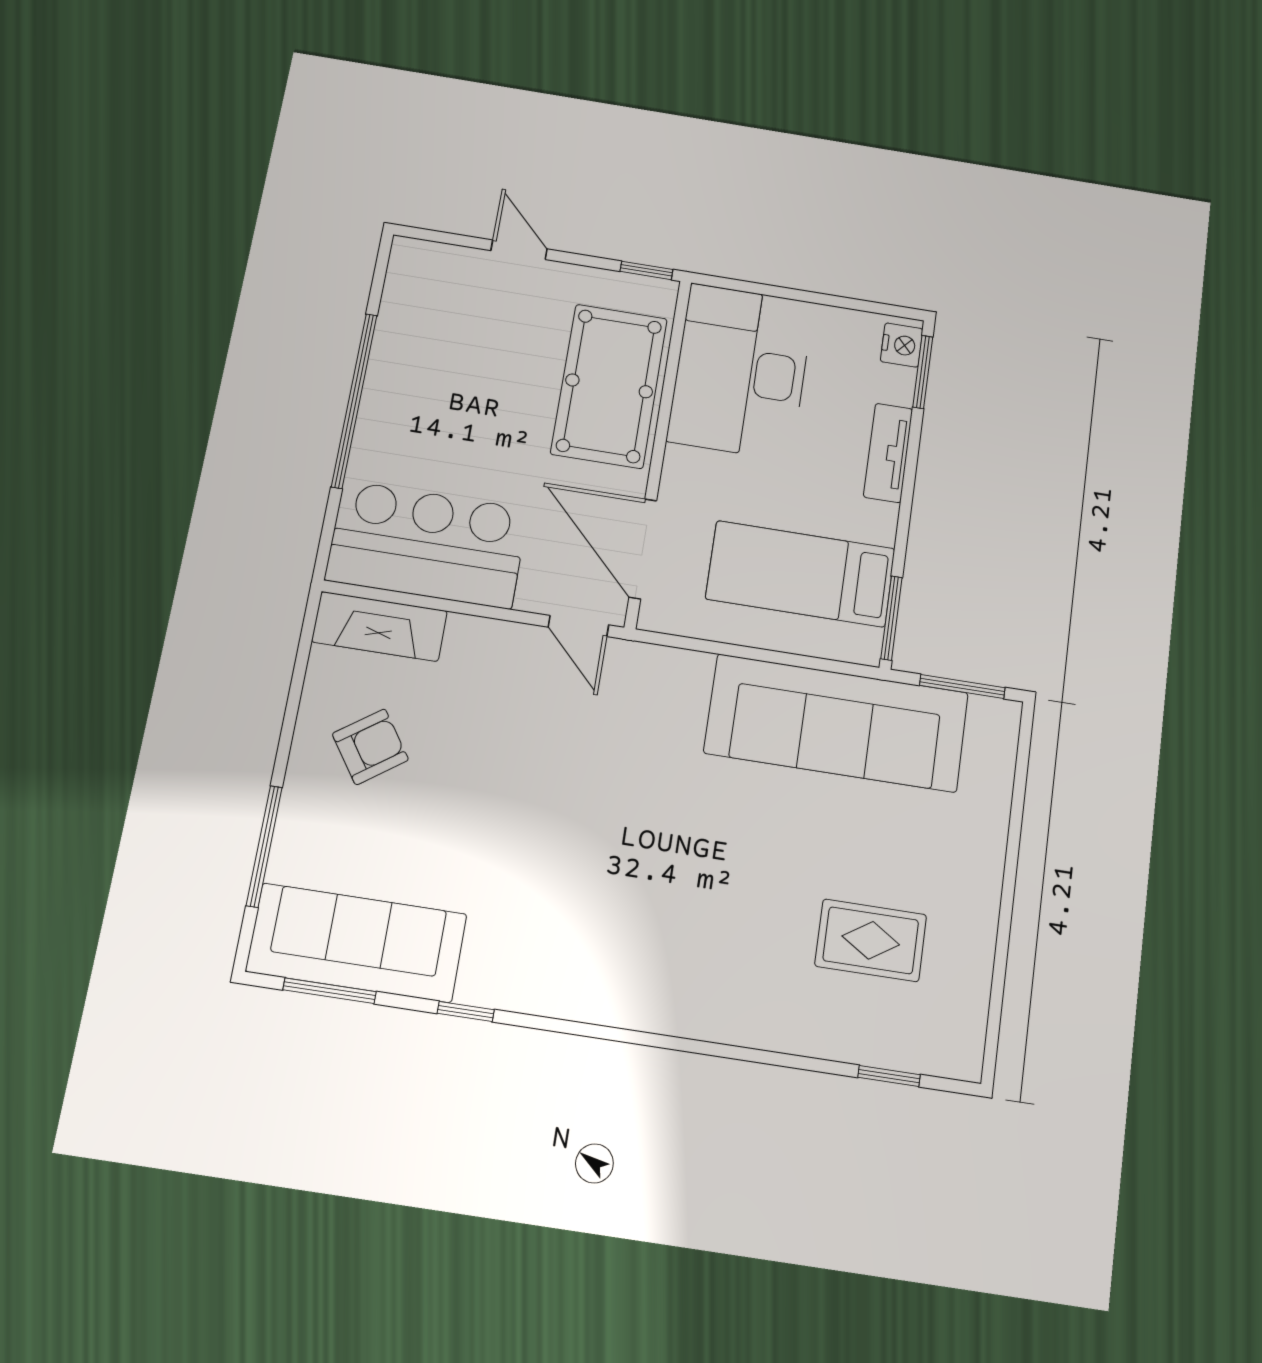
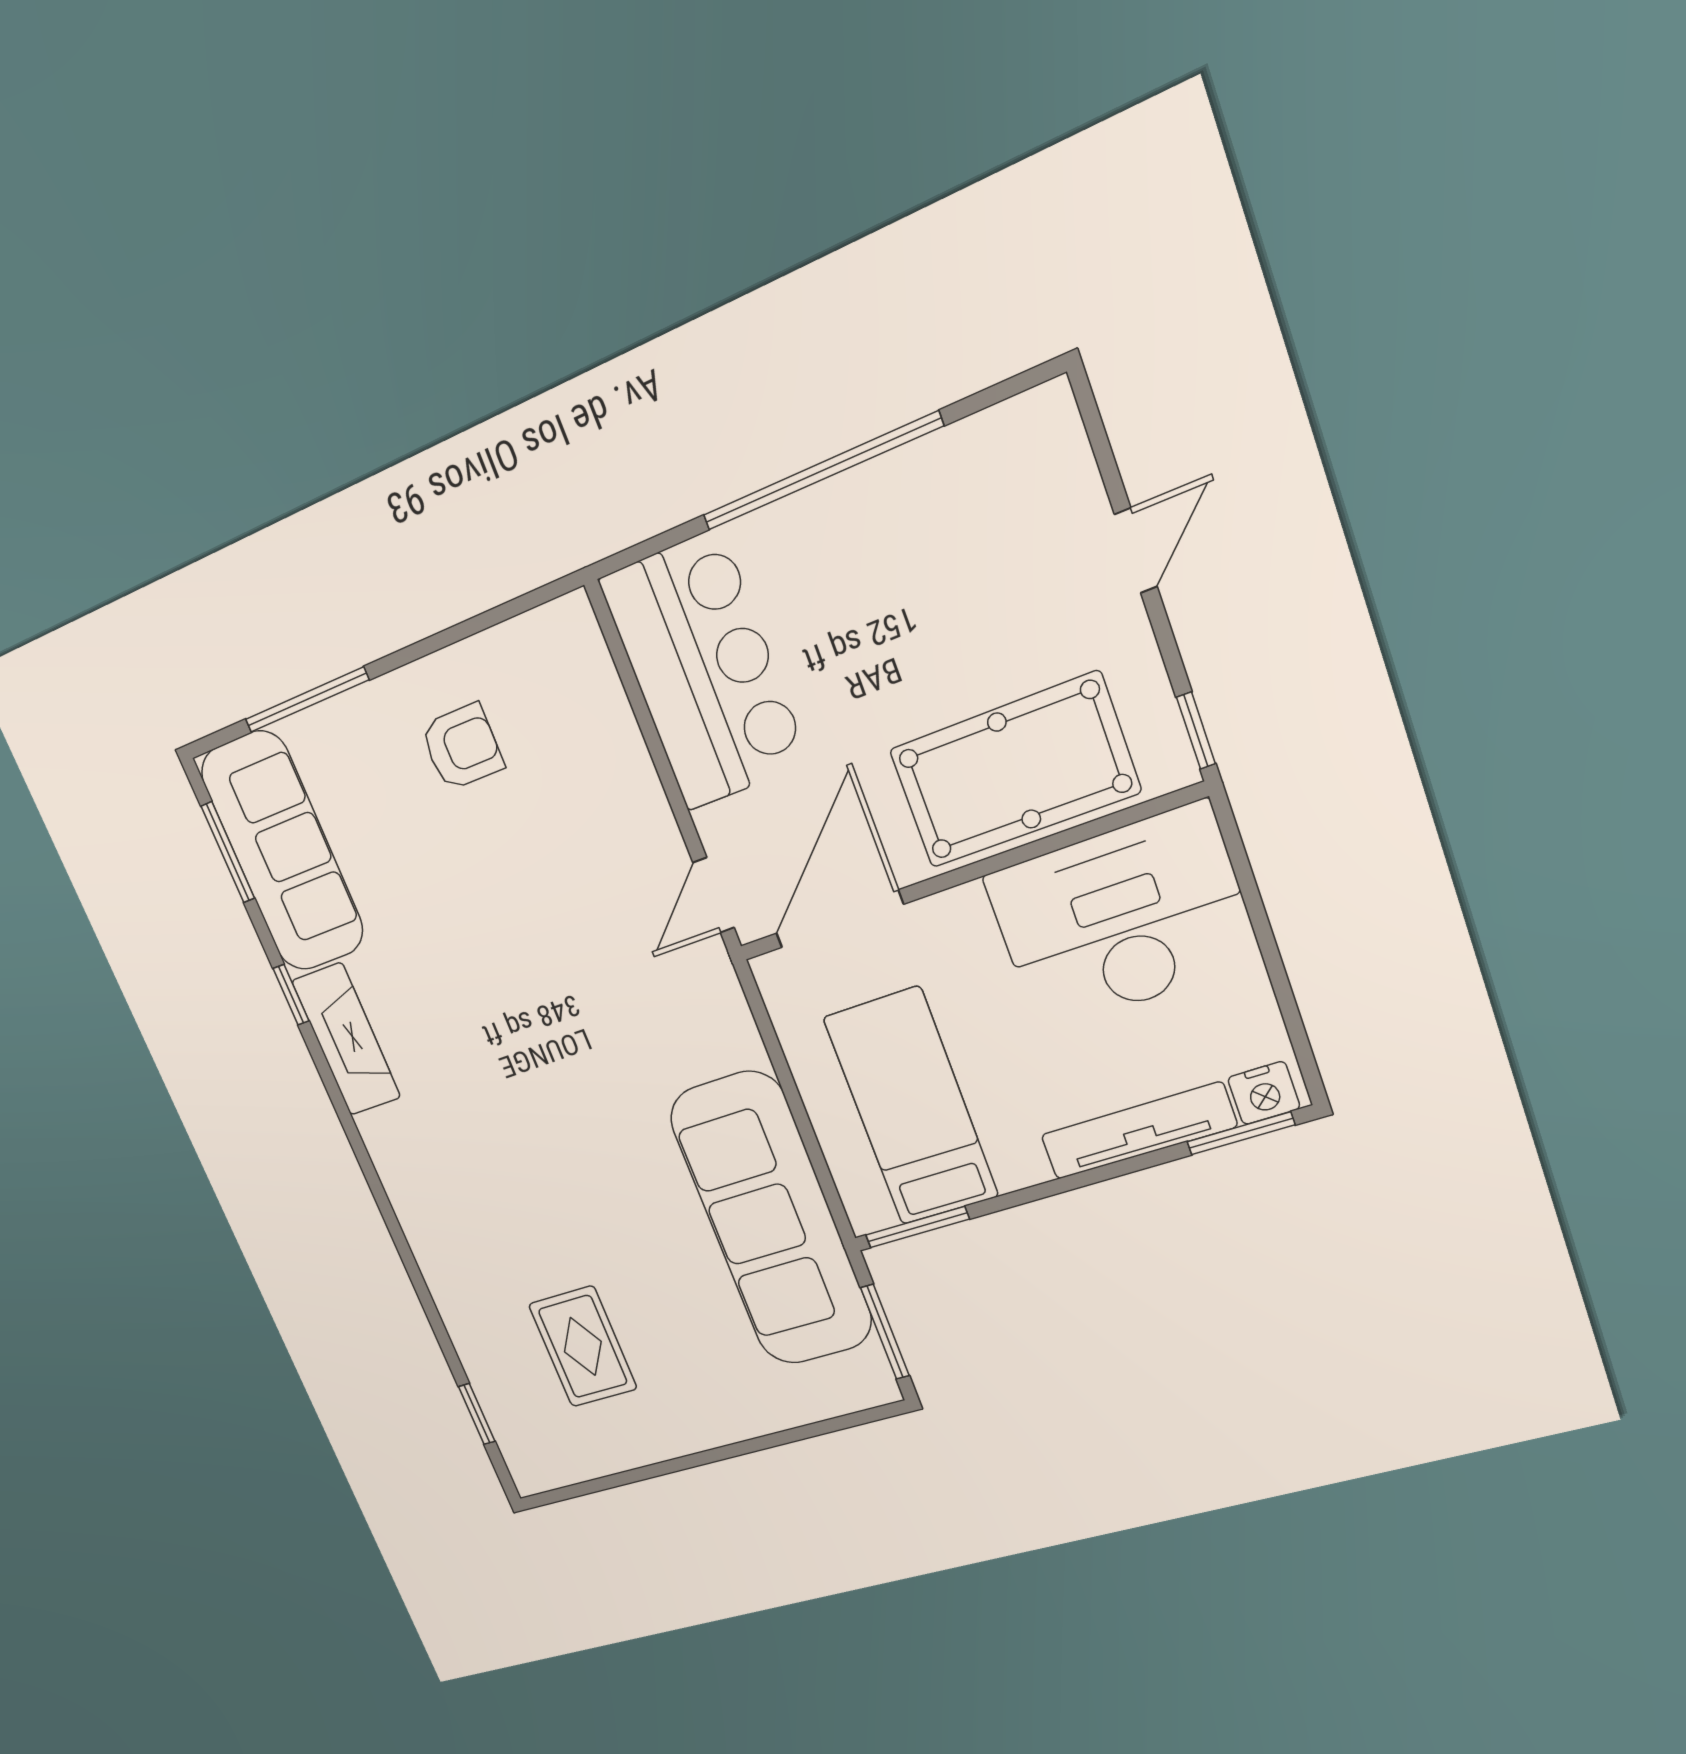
tv unit: (888, 453) -> (1138, 1131), width x1.41
fireplace: (380, 626) -> (346, 1039), moved, turned 180
armchair: (370, 747) -> (462, 747), turned -55

